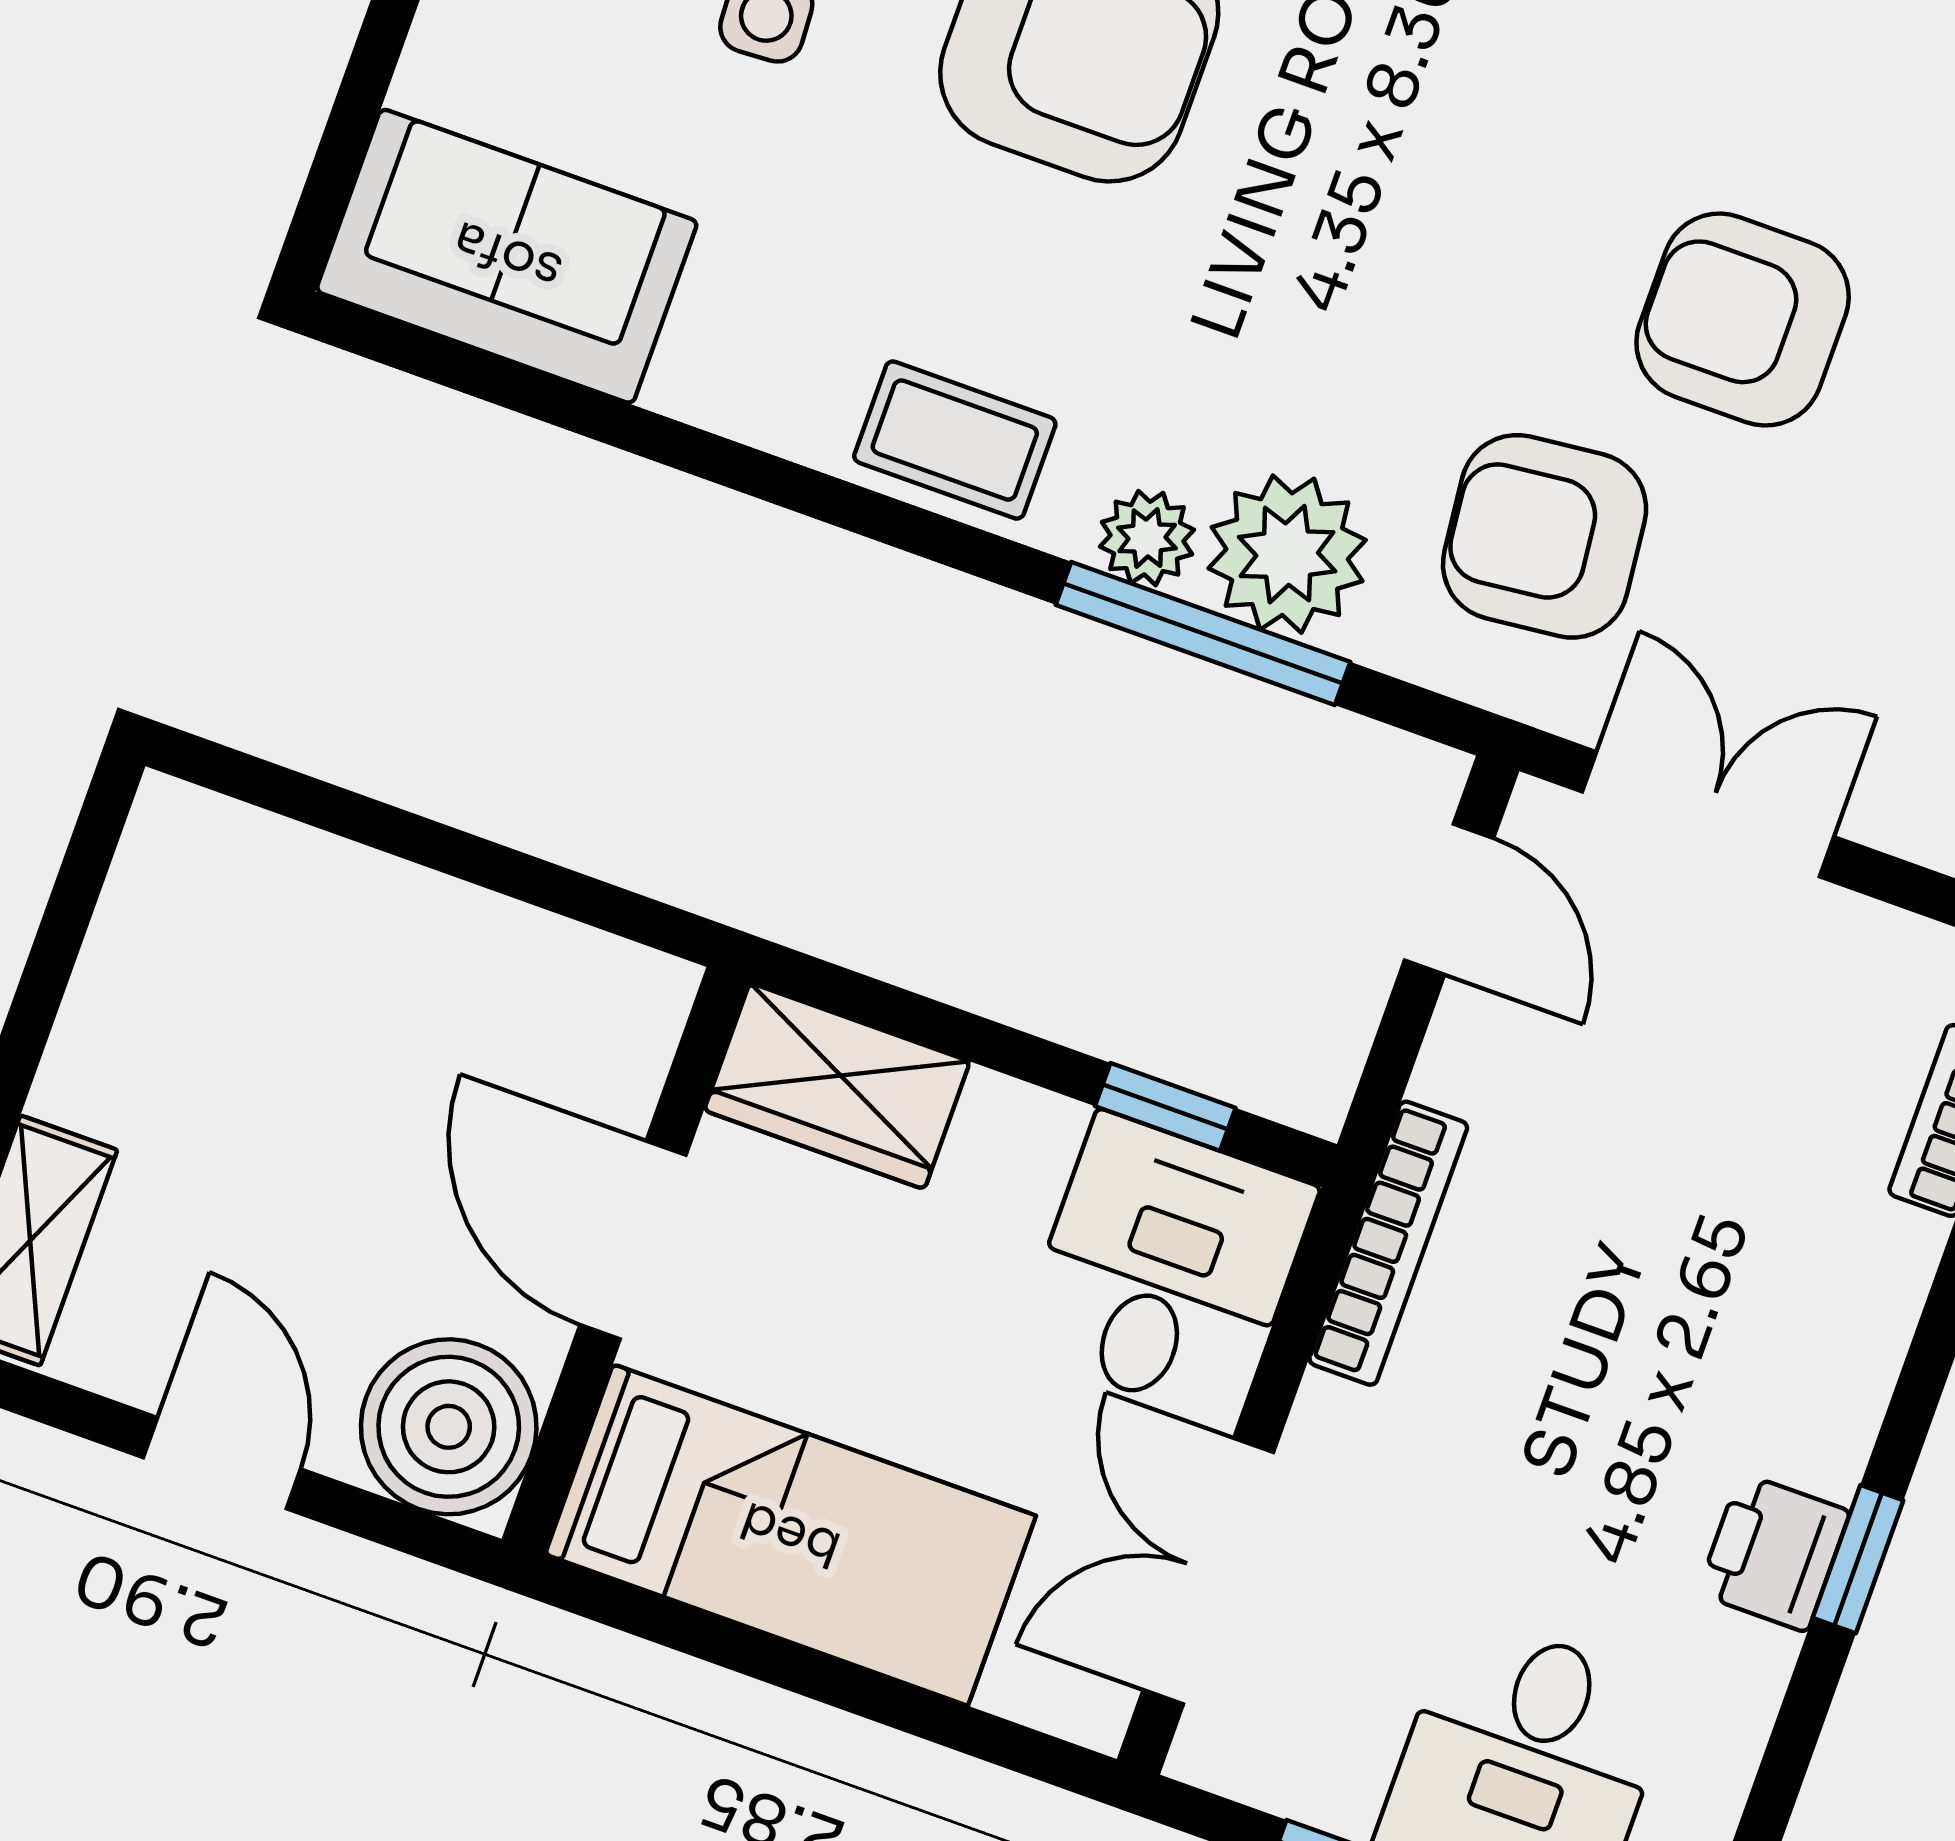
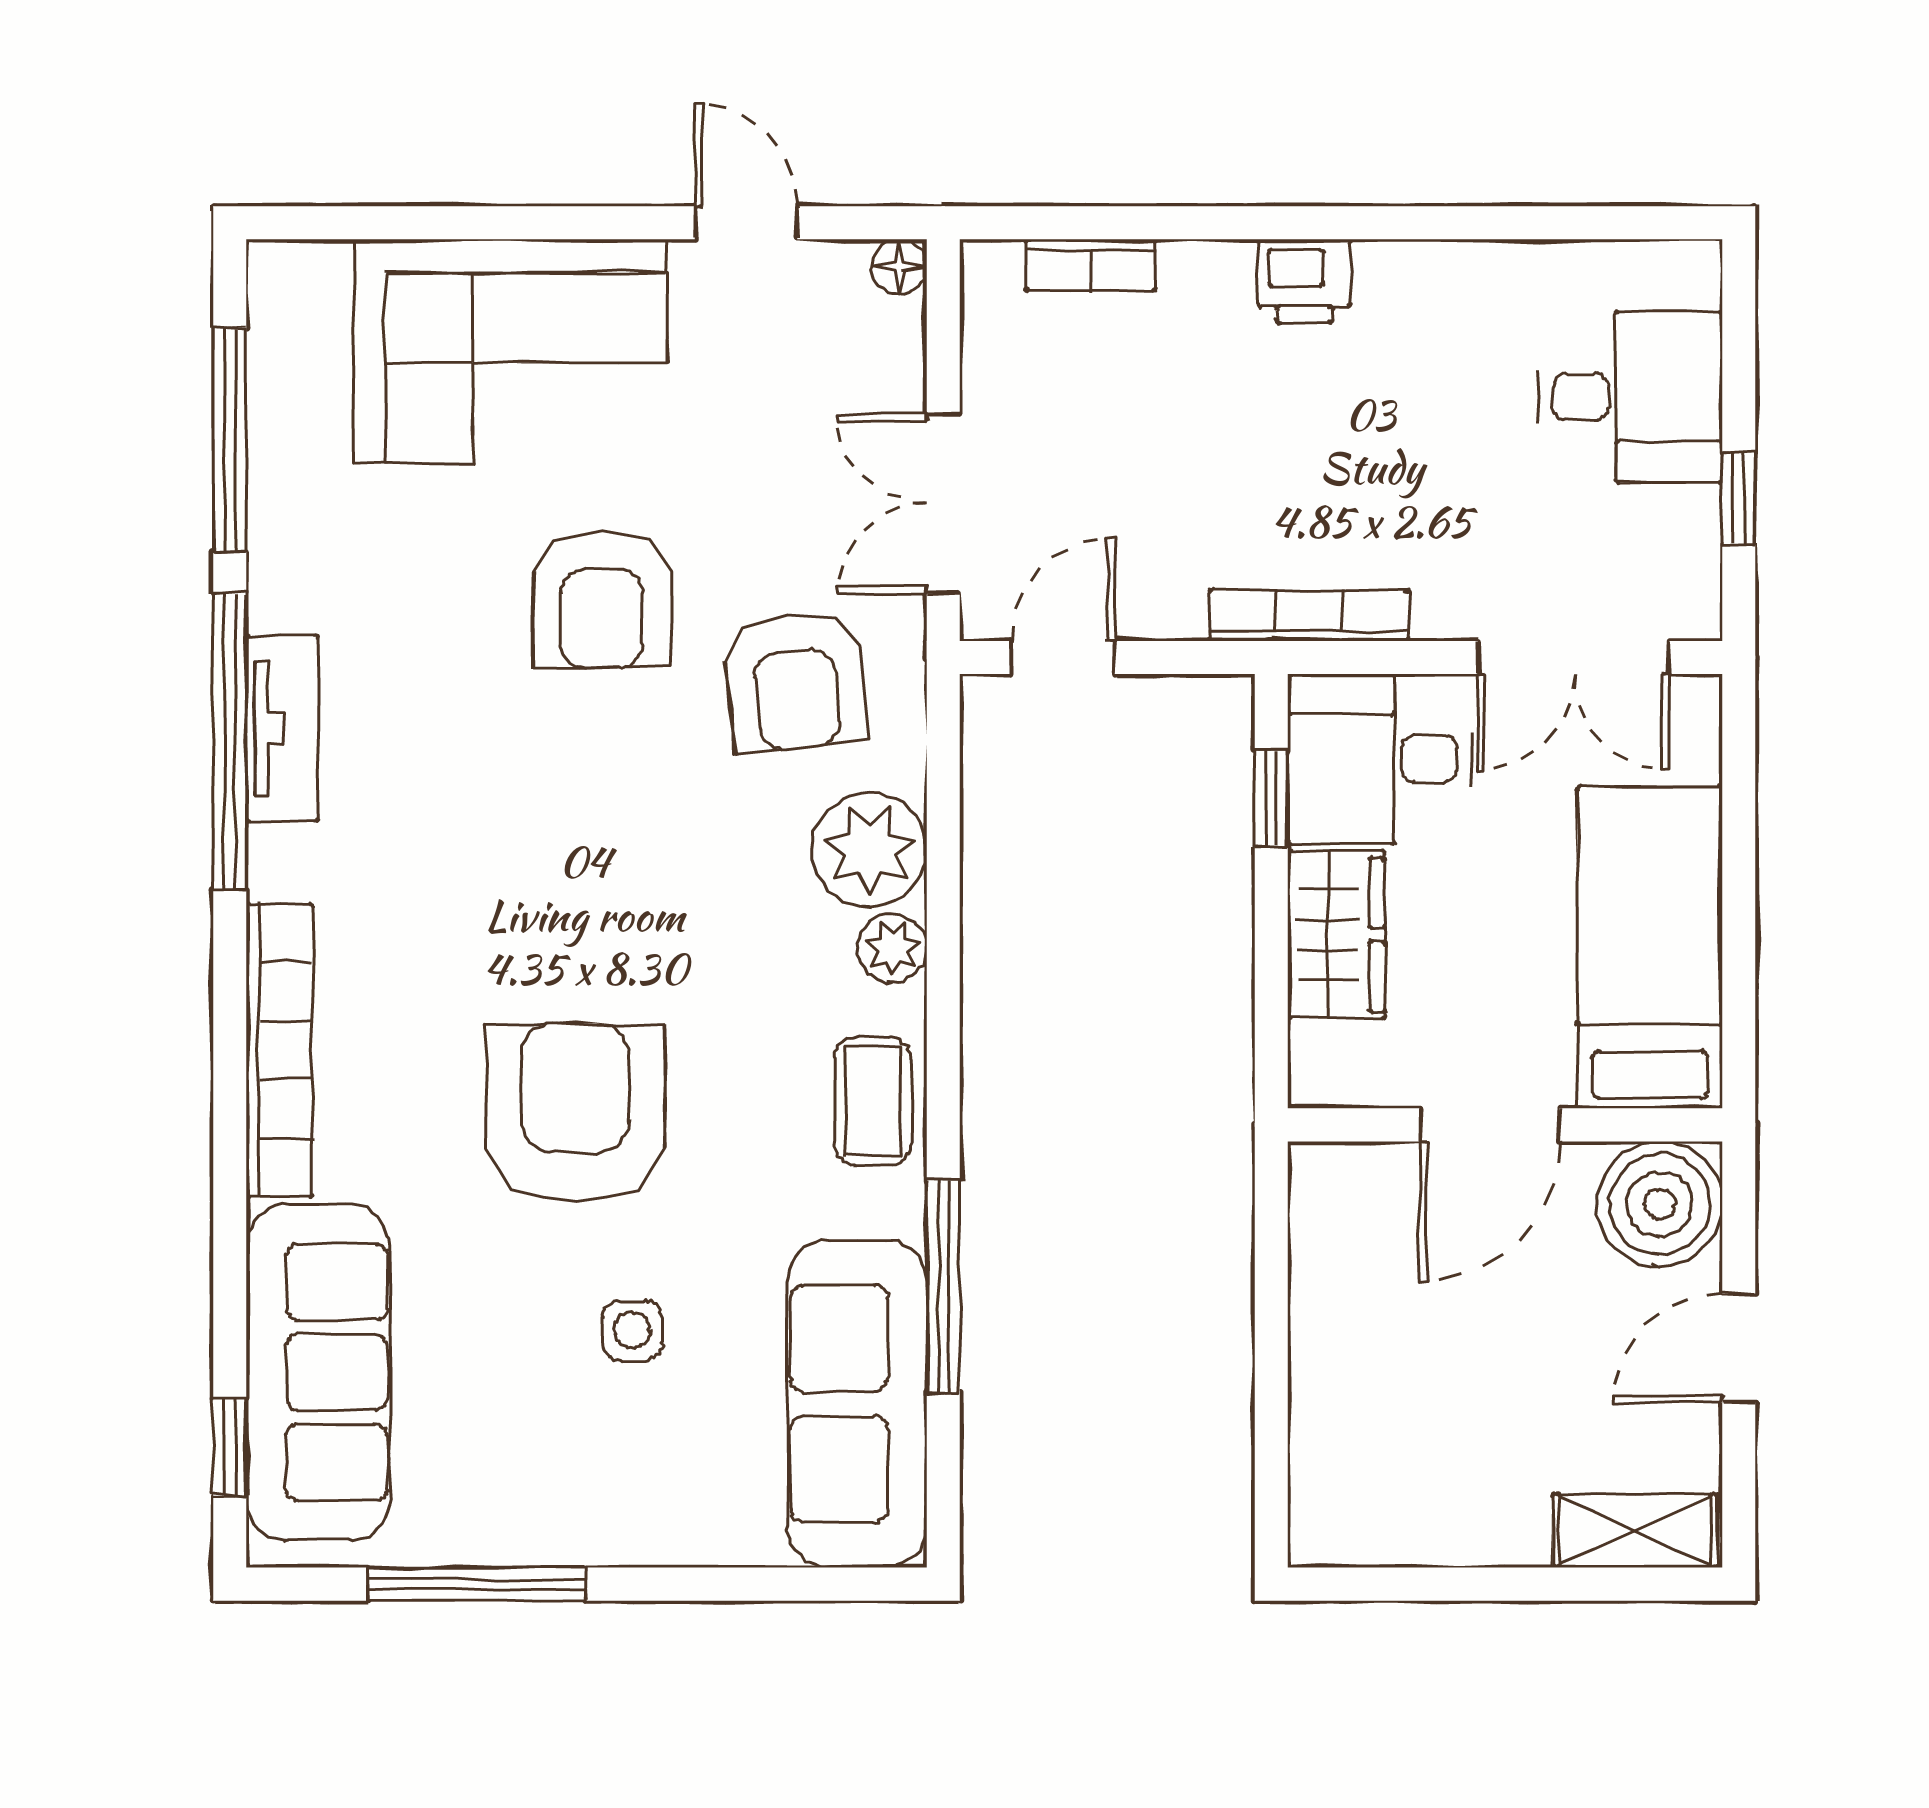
sofa: (507, 256) -> (857, 1404), width x1.36
window: (1203, 633) -> (943, 1286), moved
wardrobe: (837, 1086) -> (1336, 935), moved
printer: (1774, 1552) -> (1304, 281), moved
window: (1858, 1559) -> (1409, 223), removed

